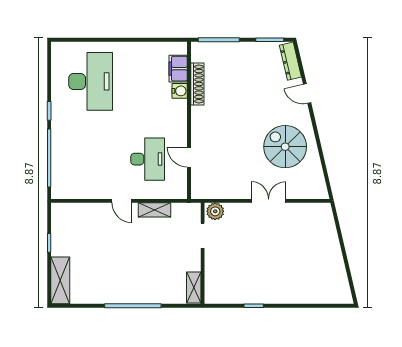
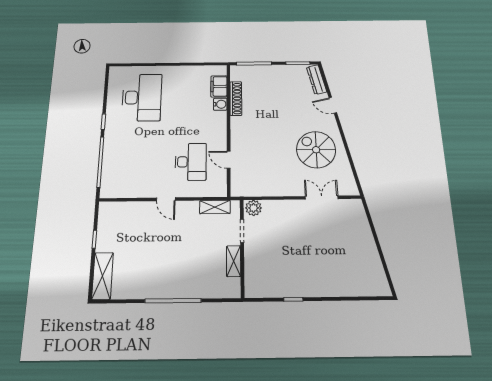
double door: (269, 201) -> (322, 198), moved
shelving: (155, 210) -> (215, 207), moved
shelving: (194, 287) -> (234, 261), moved

